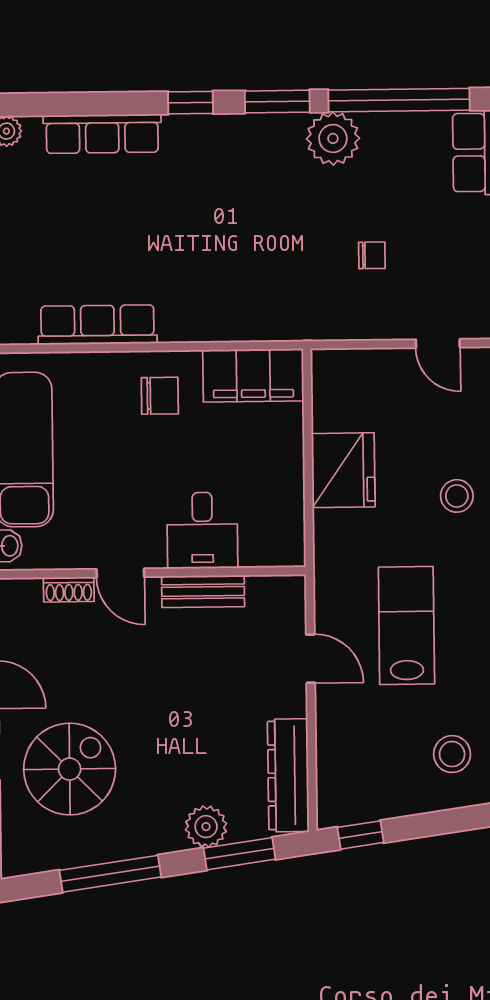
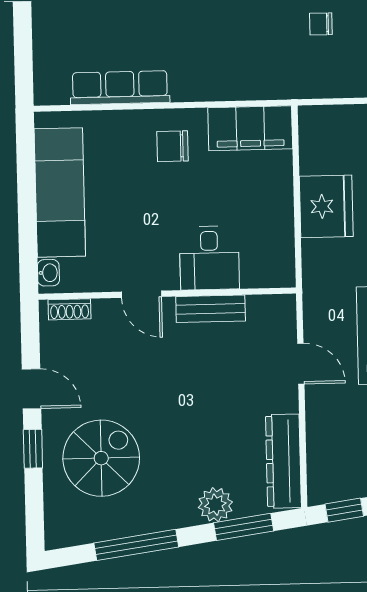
chair: (372, 255) -> (321, 24), moved, turned 180
chair: (160, 396) -> (173, 146), turned 180
shoe rack: (69, 590) -> (70, 309), moved

